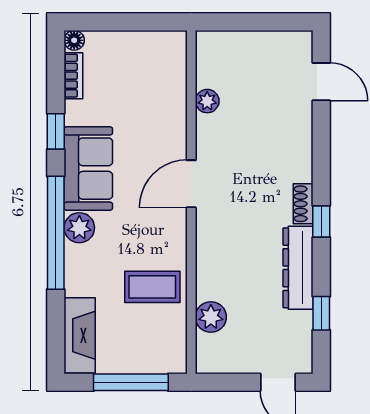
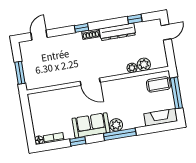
window: (240, 22) -> (20, 73), added
plant: (207, 101) -> (132, 68), moved
window: (321, 221) -> (82, 28), moved
window: (56, 233) -> (120, 134), width x0.68
coffee table: (152, 287) -> (158, 84), moved, turned 90

